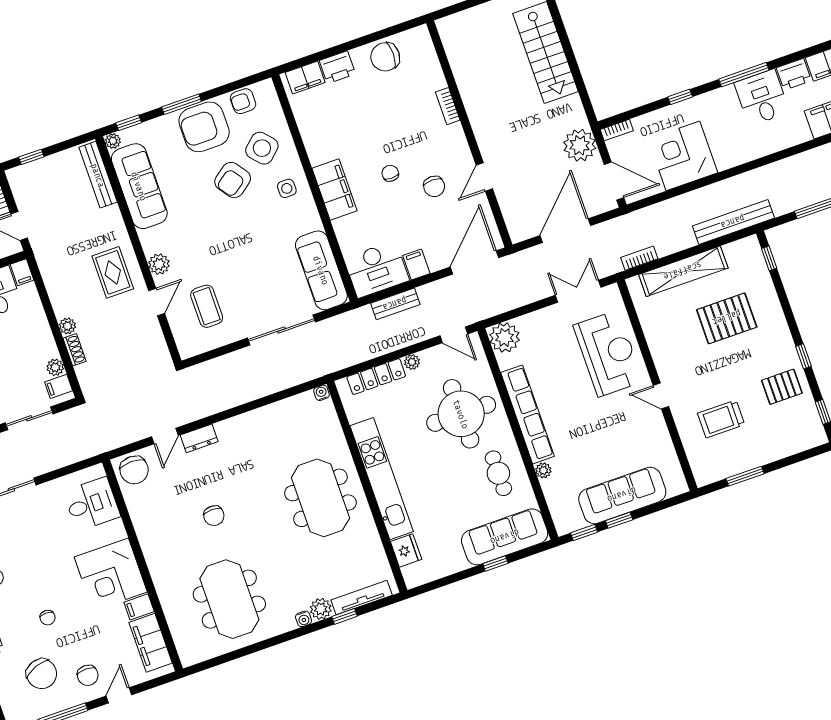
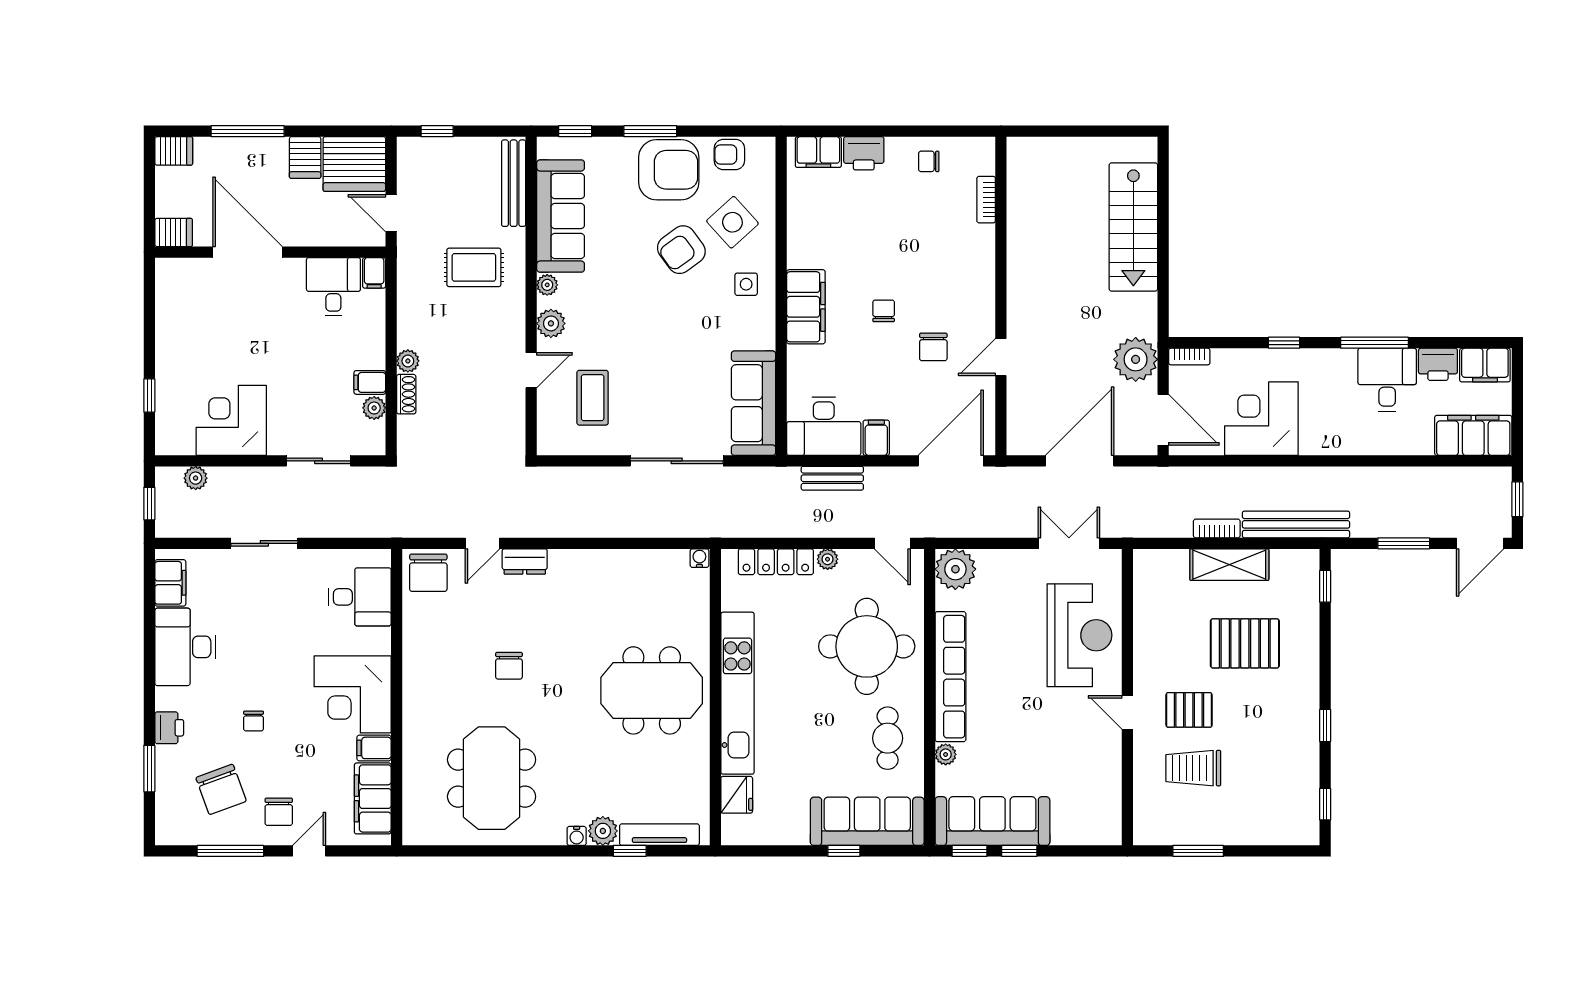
chair: (385, 57) -> (929, 161), width x0.54, depth x0.54
bookcase: (448, 106) -> (986, 200), moved
armchair: (204, 127) -> (669, 170), turned 180
plant: (113, 141) -> (547, 285), moved
bookcase: (639, 258) -> (1217, 528), moved
shelving: (683, 271) -> (1229, 565), width x0.68
rug: (113, 272) -> (474, 267), moved, turned 90
filing cabinet: (59, 386) -> (370, 382), moved
pallet: (782, 387) -> (1189, 710), moved
sofa: (622, 495) -> (992, 821), moved
meeting table: (320, 498) -> (652, 690), turned 90

